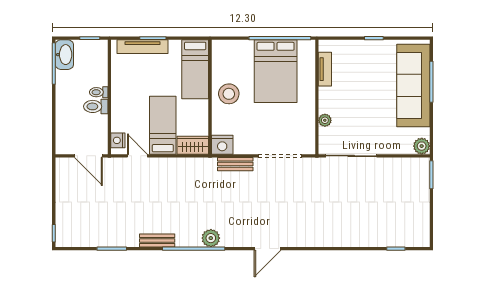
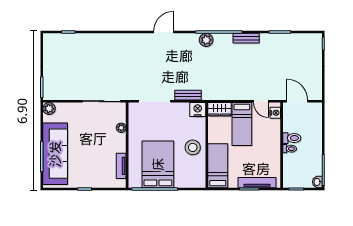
washbasin: (64, 55) -> (317, 182), width x0.52, depth x0.69

